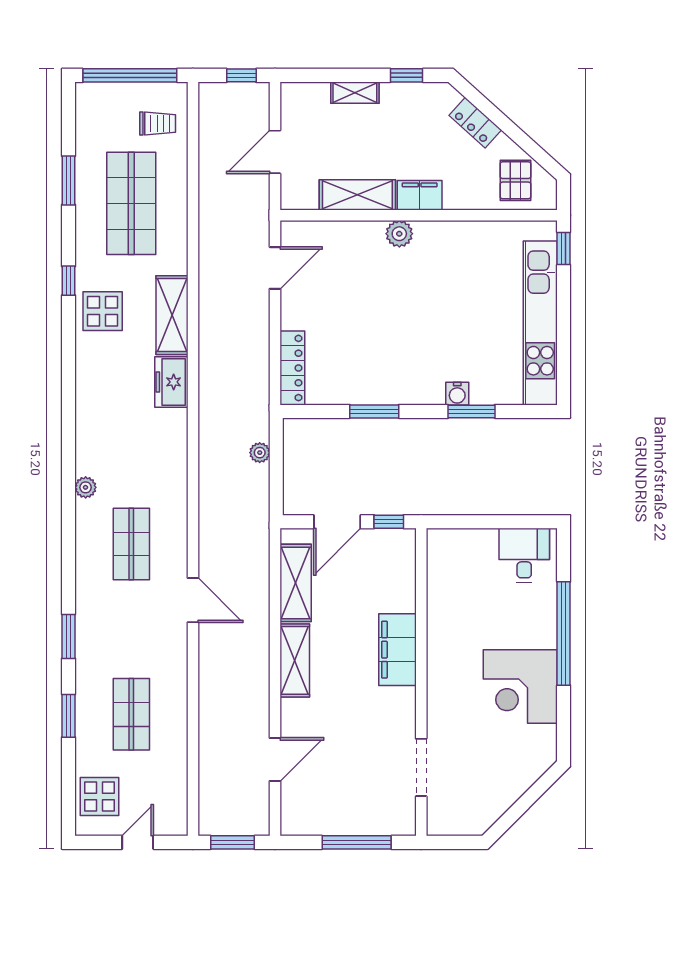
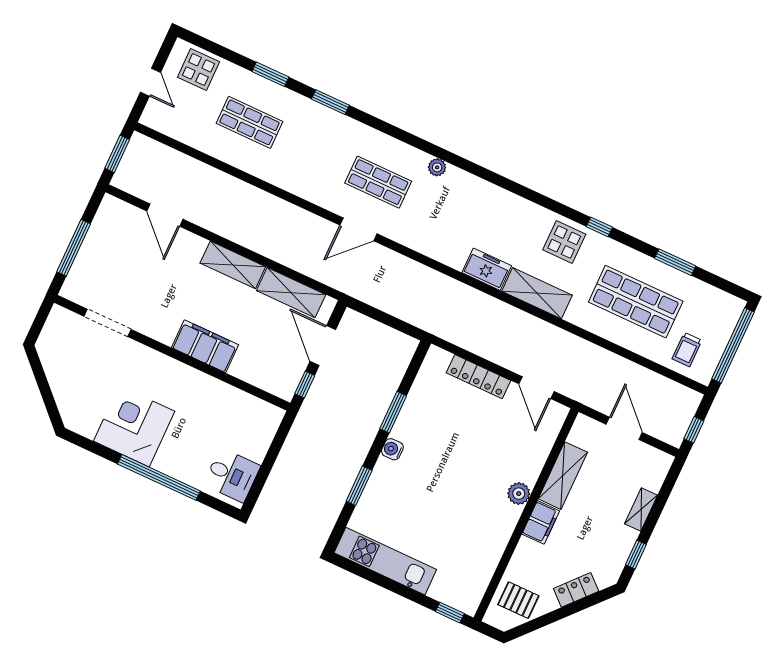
kitchen unit: (540, 323) -> (385, 561), width x0.73
locker: (292, 368) -> (479, 377), moved
water cooler: (457, 394) -> (392, 449), moved
plant: (260, 453) -> (402, 311), removed
door: (193, 600) -> (358, 229), moved

